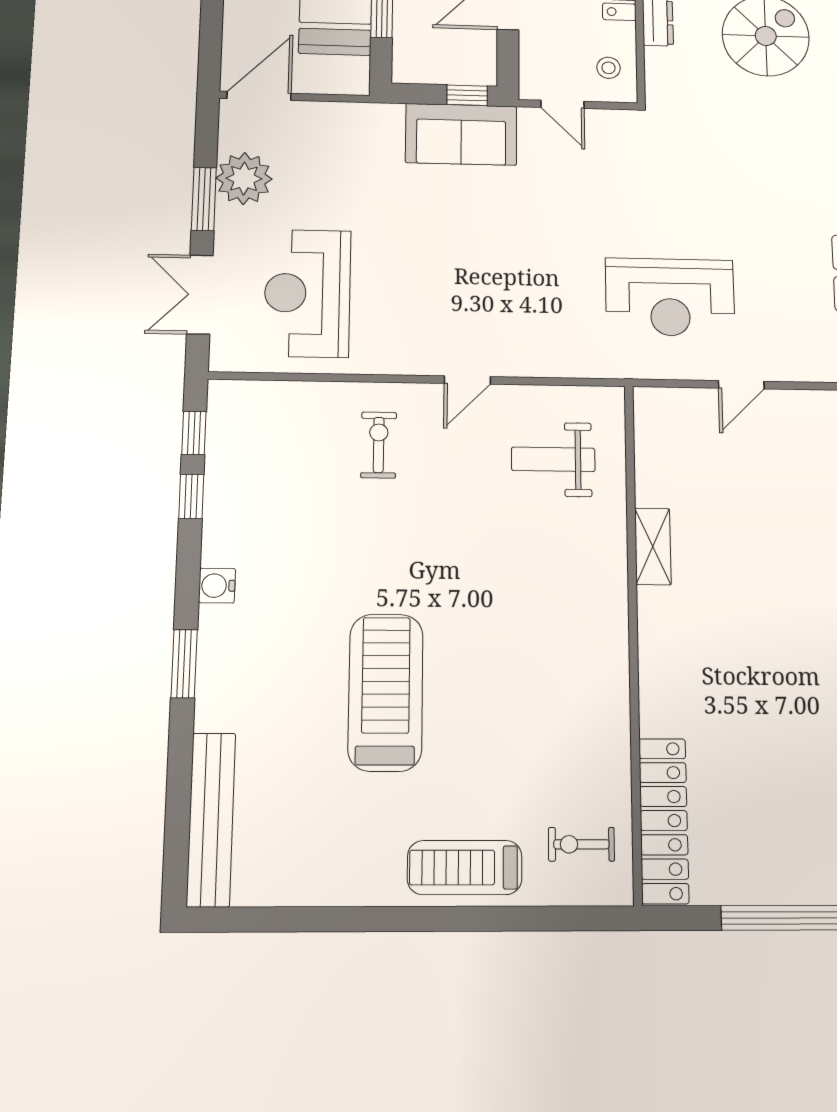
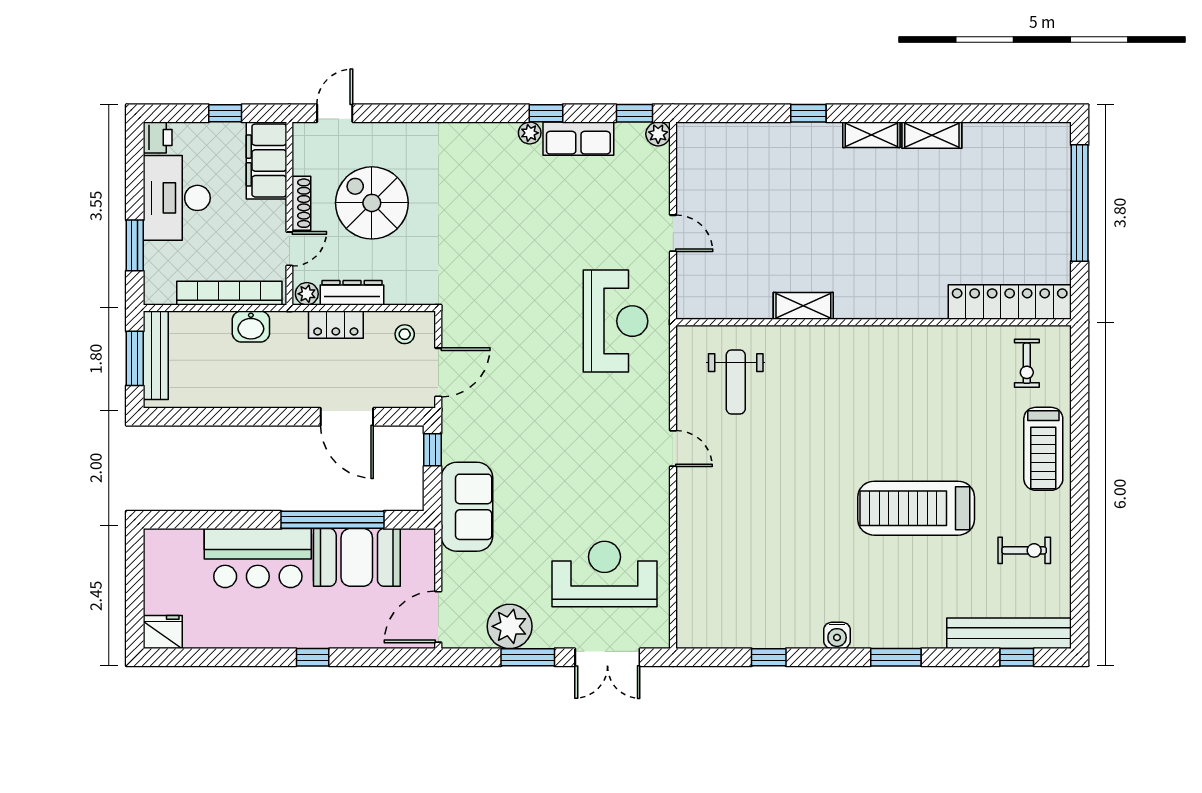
door: (259, 96) -> (438, 617), hinge flipped
door: (562, 104) -> (438, 372), width x1.37
sofa: (461, 134) -> (467, 507), moved
reception desk: (307, 293) -> (604, 574), turned 180
reception desk: (670, 297) -> (616, 321), moved
window: (194, 433) -> (1017, 657), moved
exercise bike: (379, 445) -> (1024, 550), moved, turned 180

